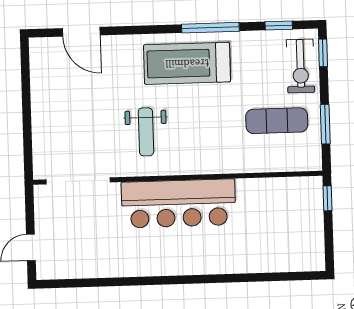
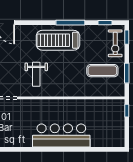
bar counter: (179, 203) -> (61, 136), moved, turned 180

